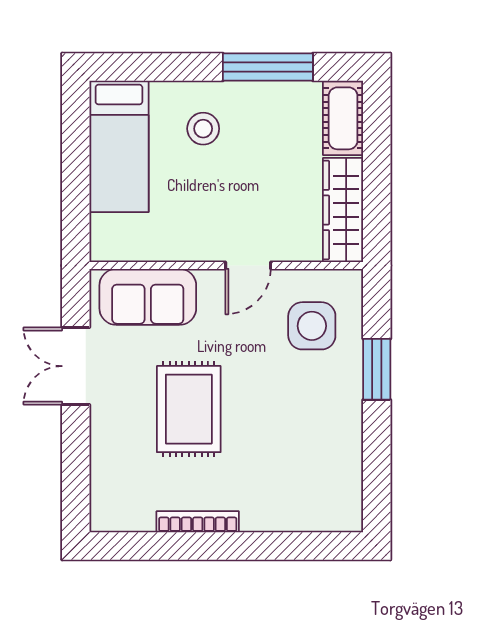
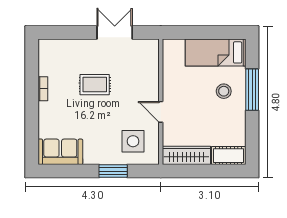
window: (268, 67) -> (252, 90), moved
sofa: (148, 297) -> (60, 152), moved, turned 90
rug: (189, 409) -> (95, 85), width x0.73, depth x0.70
bookcase: (198, 522) -> (43, 89), width x0.64

